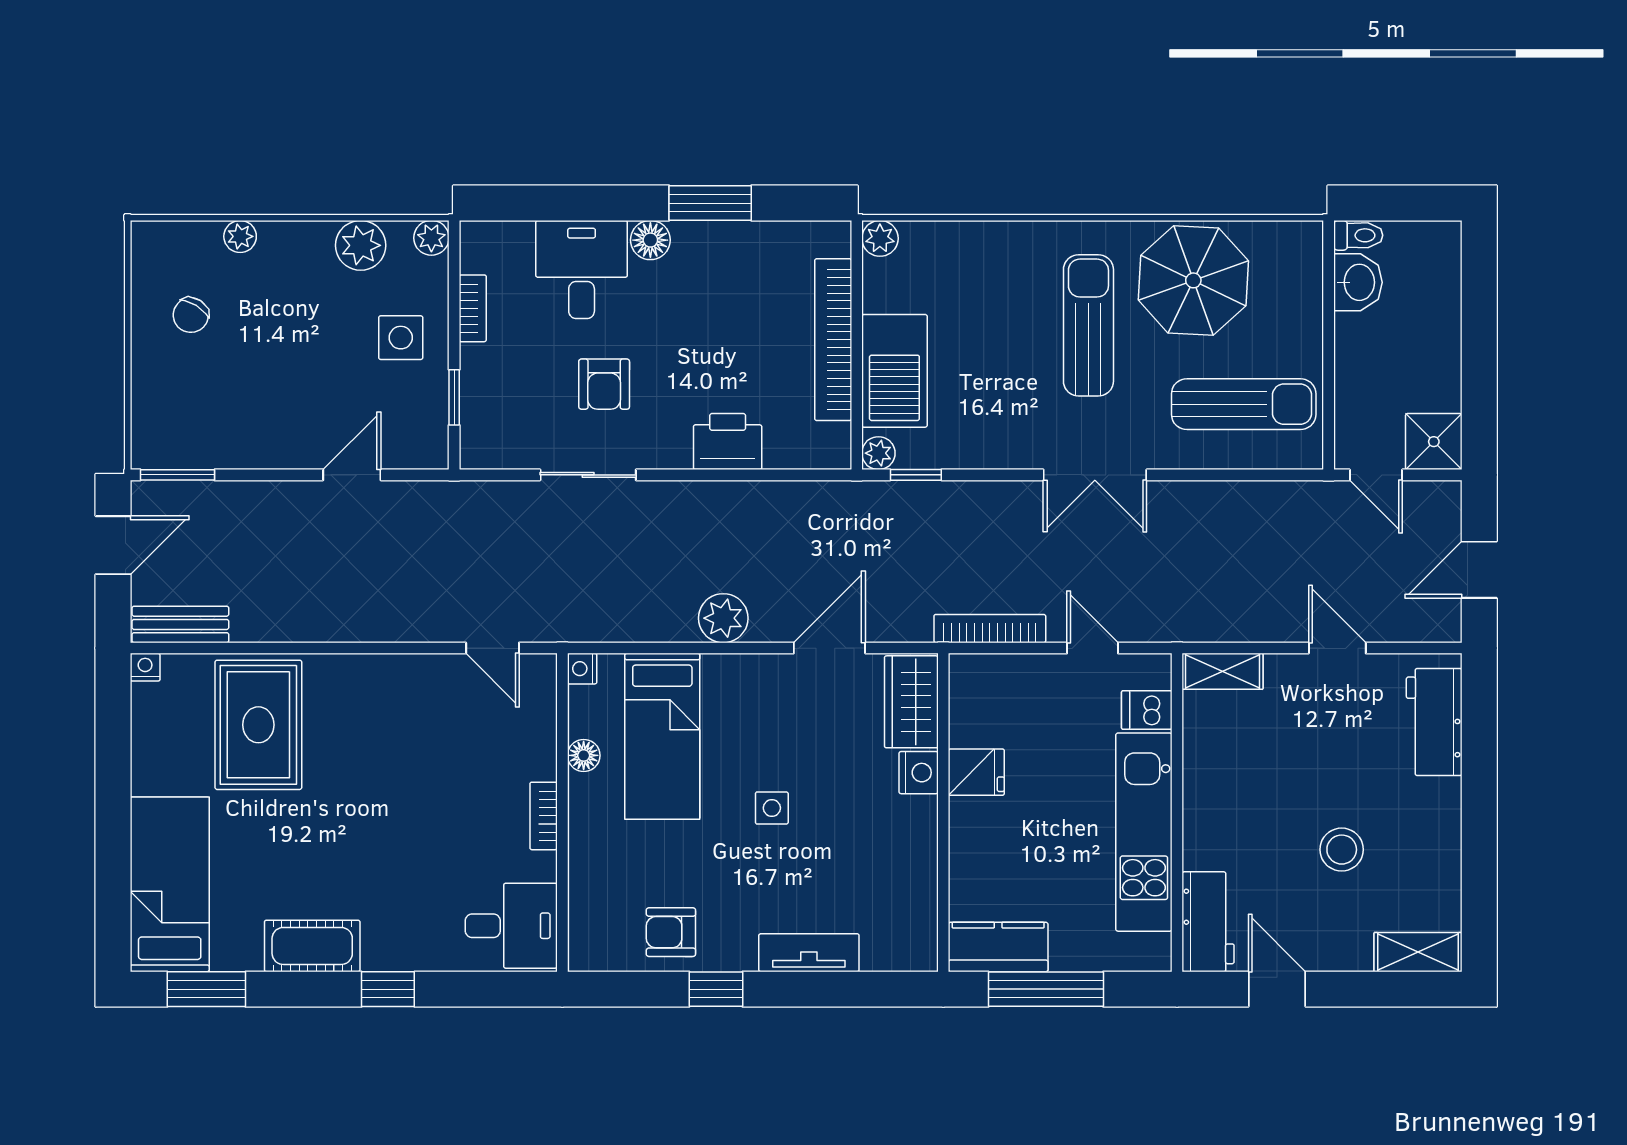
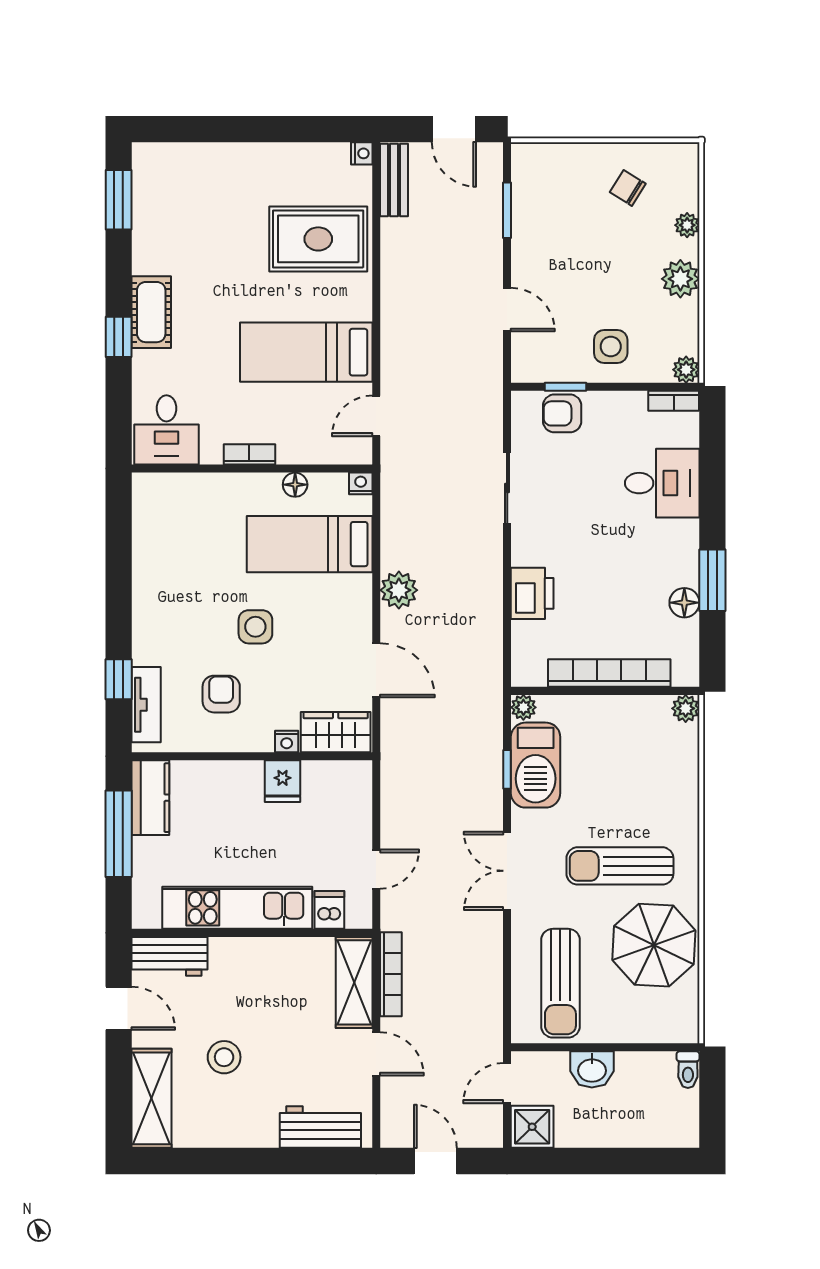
floor lamp: (650, 240) -> (684, 603), moved
plant: (361, 245) -> (680, 279), moved
washbasin: (1358, 282) -> (592, 1069), moved
bookcase: (473, 308) -> (674, 401), moved
sun lounger: (1088, 325) -> (620, 866), turned 180
barbecue: (894, 371) -> (536, 765), moved, turned -90
armchair: (604, 384) -> (562, 413), moved
window: (178, 475) -> (507, 210), moved
window: (916, 475) -> (507, 769), moved
bookcase: (990, 629) -> (391, 974), moved
door: (1337, 648) -> (376, 1054), hinge flipped
shelving: (1223, 671) -> (354, 982), width x1.50, depth x1.33
nightstand: (919, 773) -> (287, 741), width x0.72, depth x0.74
side table: (772, 808) -> (255, 627), width x1.37, depth x1.37
bed: (170, 884) -> (306, 352), moved, turned 180
armchair: (671, 932) -> (221, 694), moved
cot: (312, 946) -> (151, 312), moved
shelving: (1418, 952) -> (152, 1098), width x1.50, depth x1.33
tv unit: (809, 953) -> (146, 705), moved
window: (716, 989) -> (119, 679), moved
door: (1277, 989) -> (119, 1008), hinge flipped

